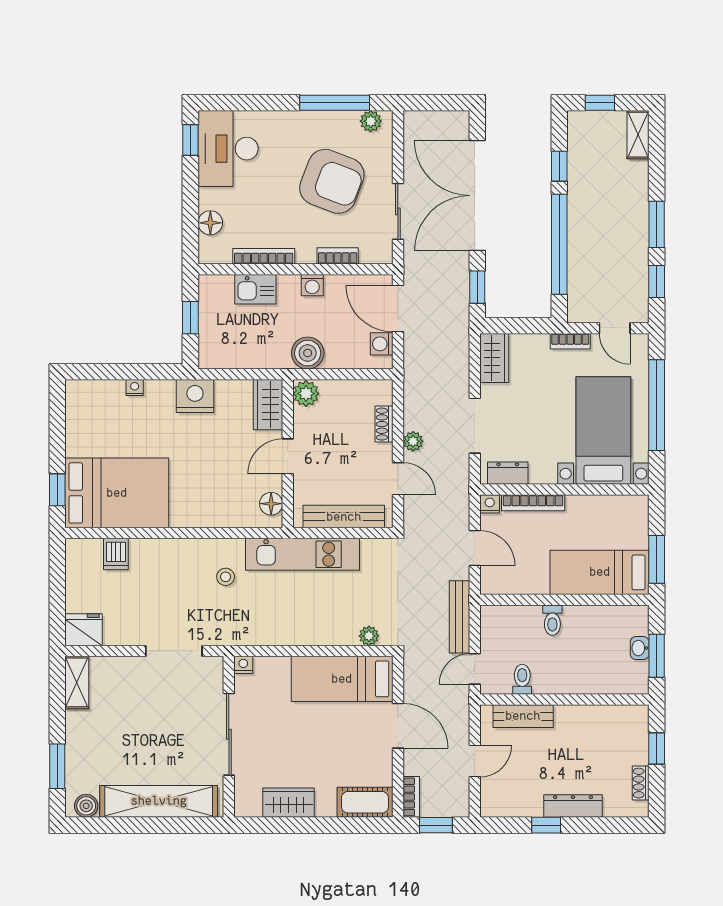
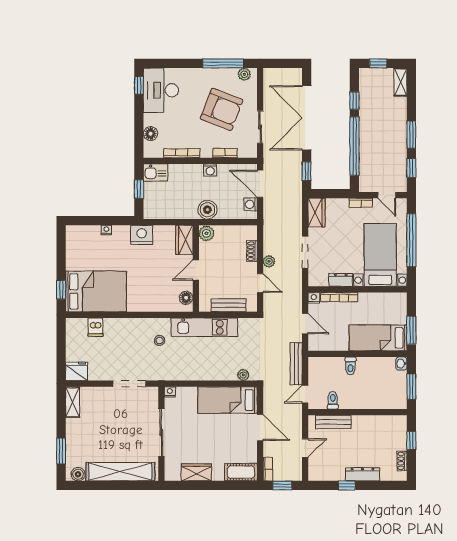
kitchen sink: (255, 289) -> (155, 172), moved
dresser: (508, 473) -> (341, 280), moved
bench: (344, 517) -> (229, 305), width x0.73
washbasin: (640, 648) -> (401, 364), moved

